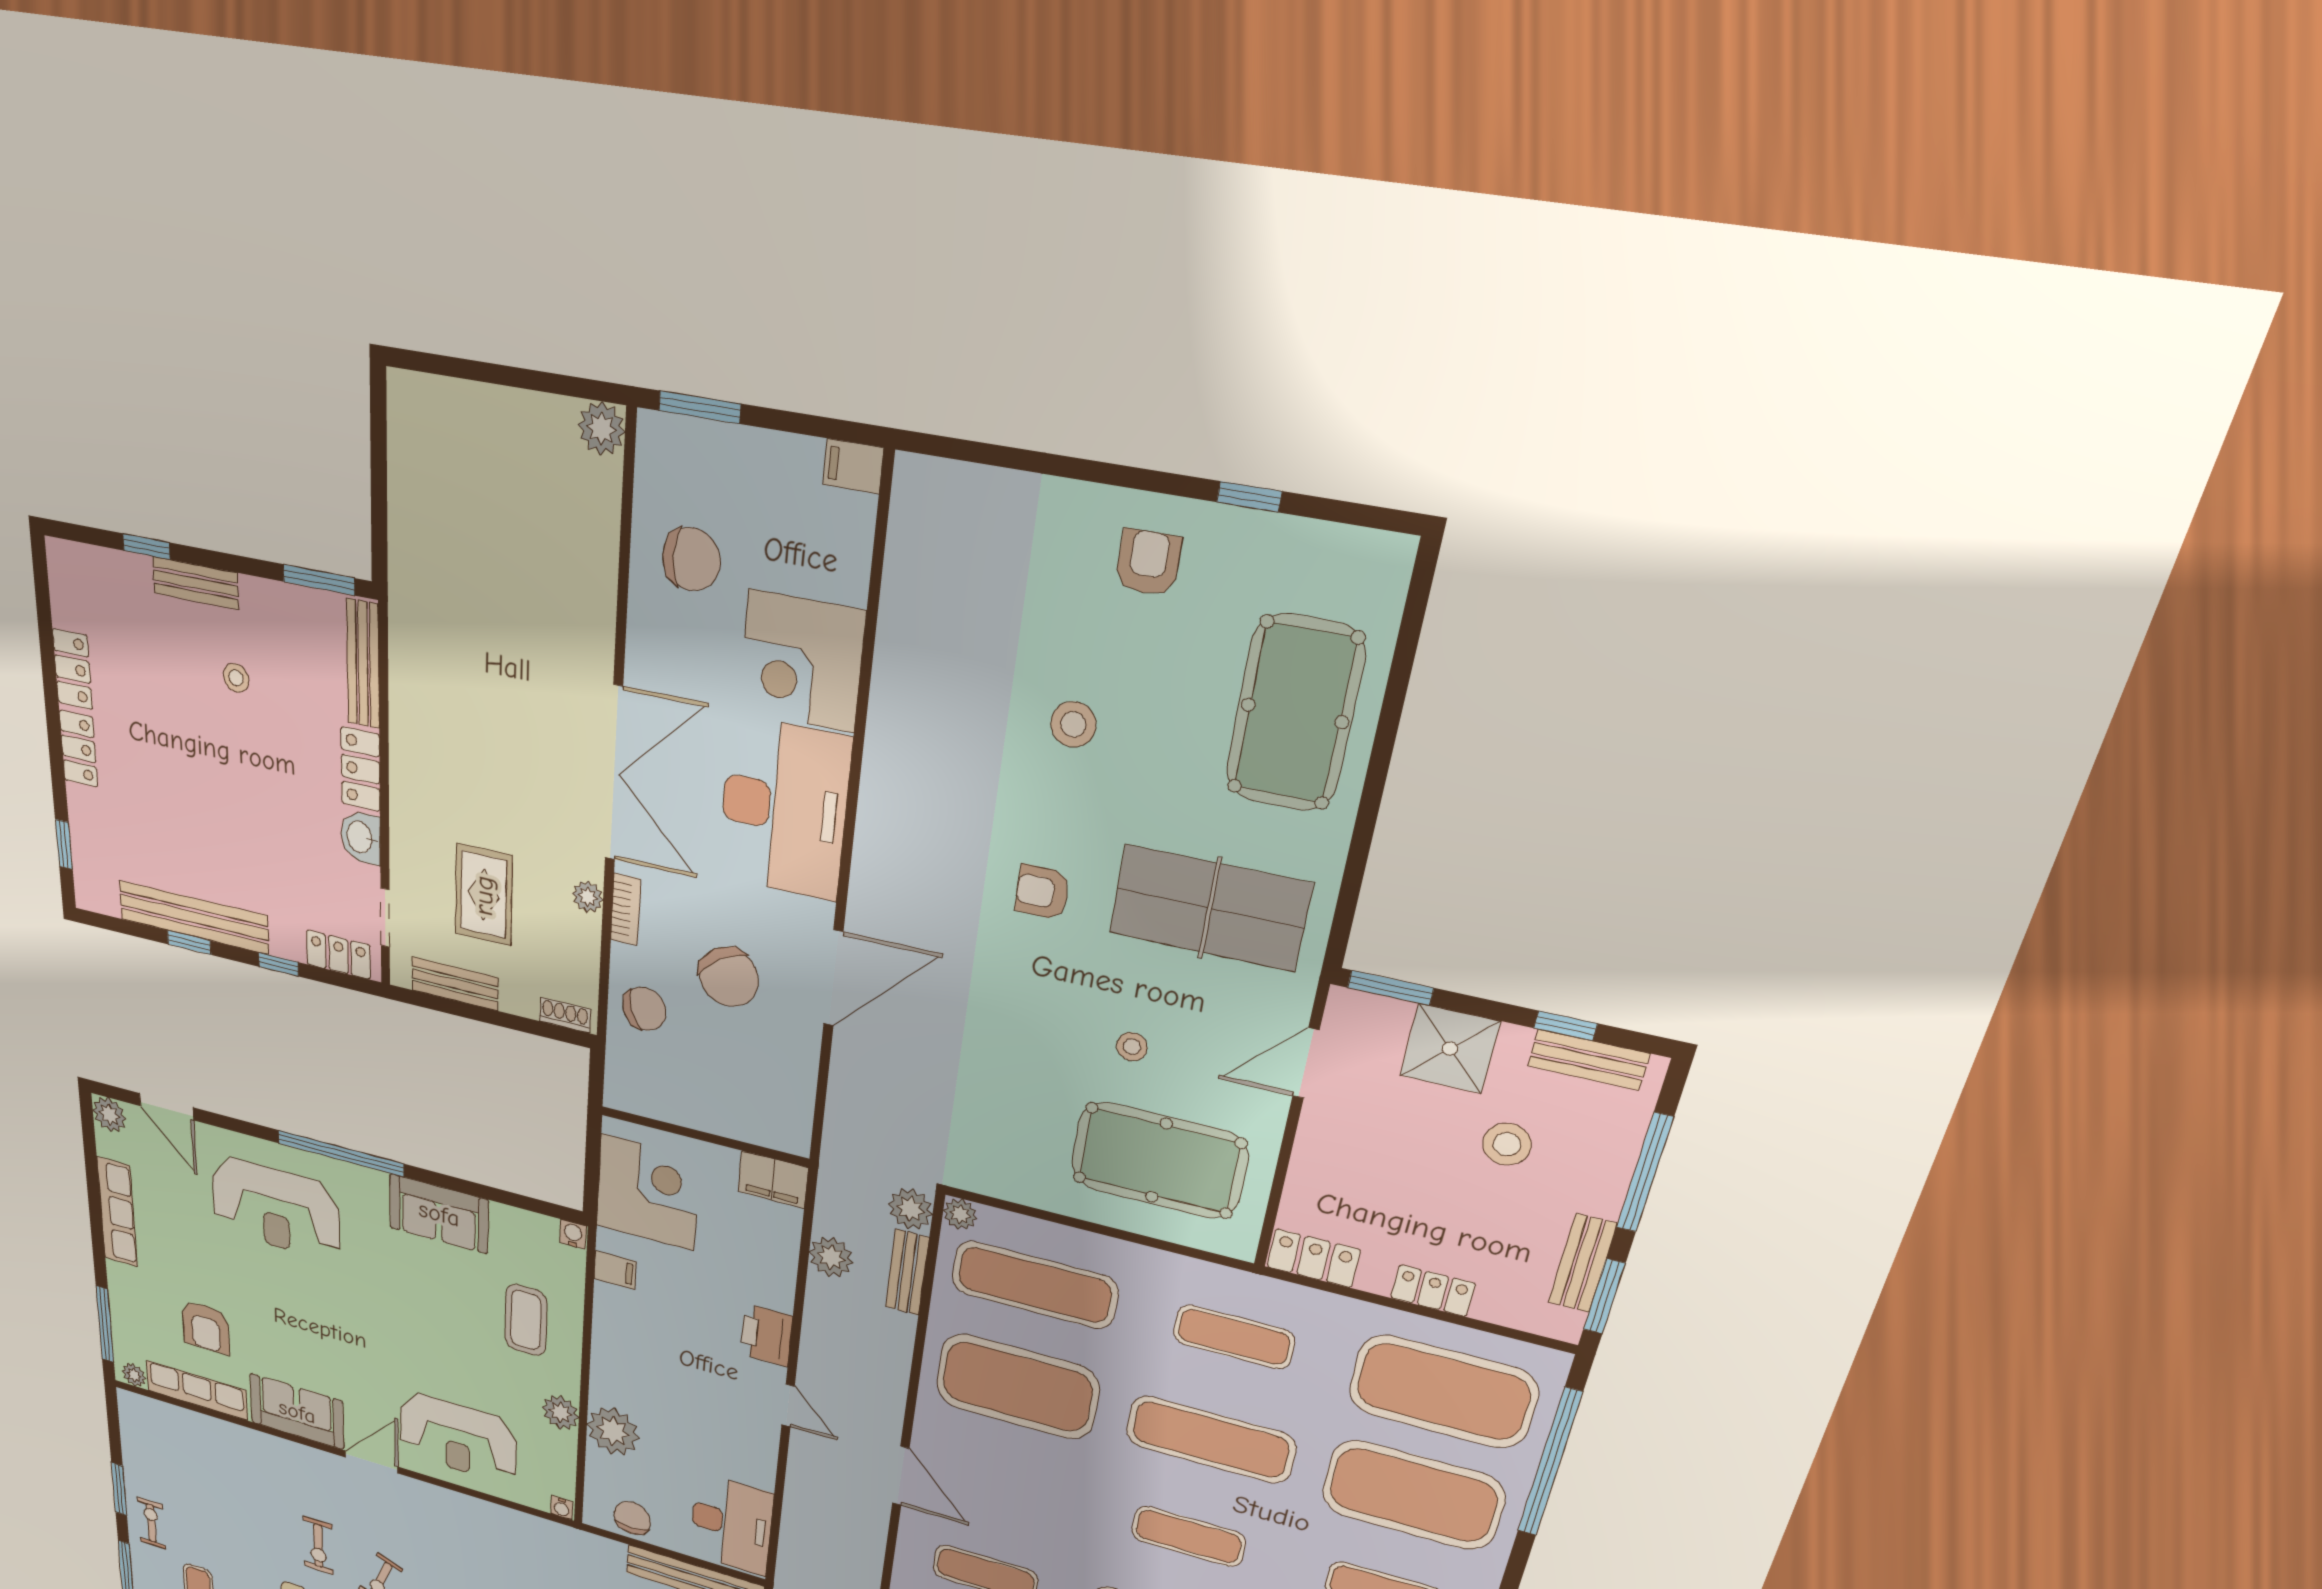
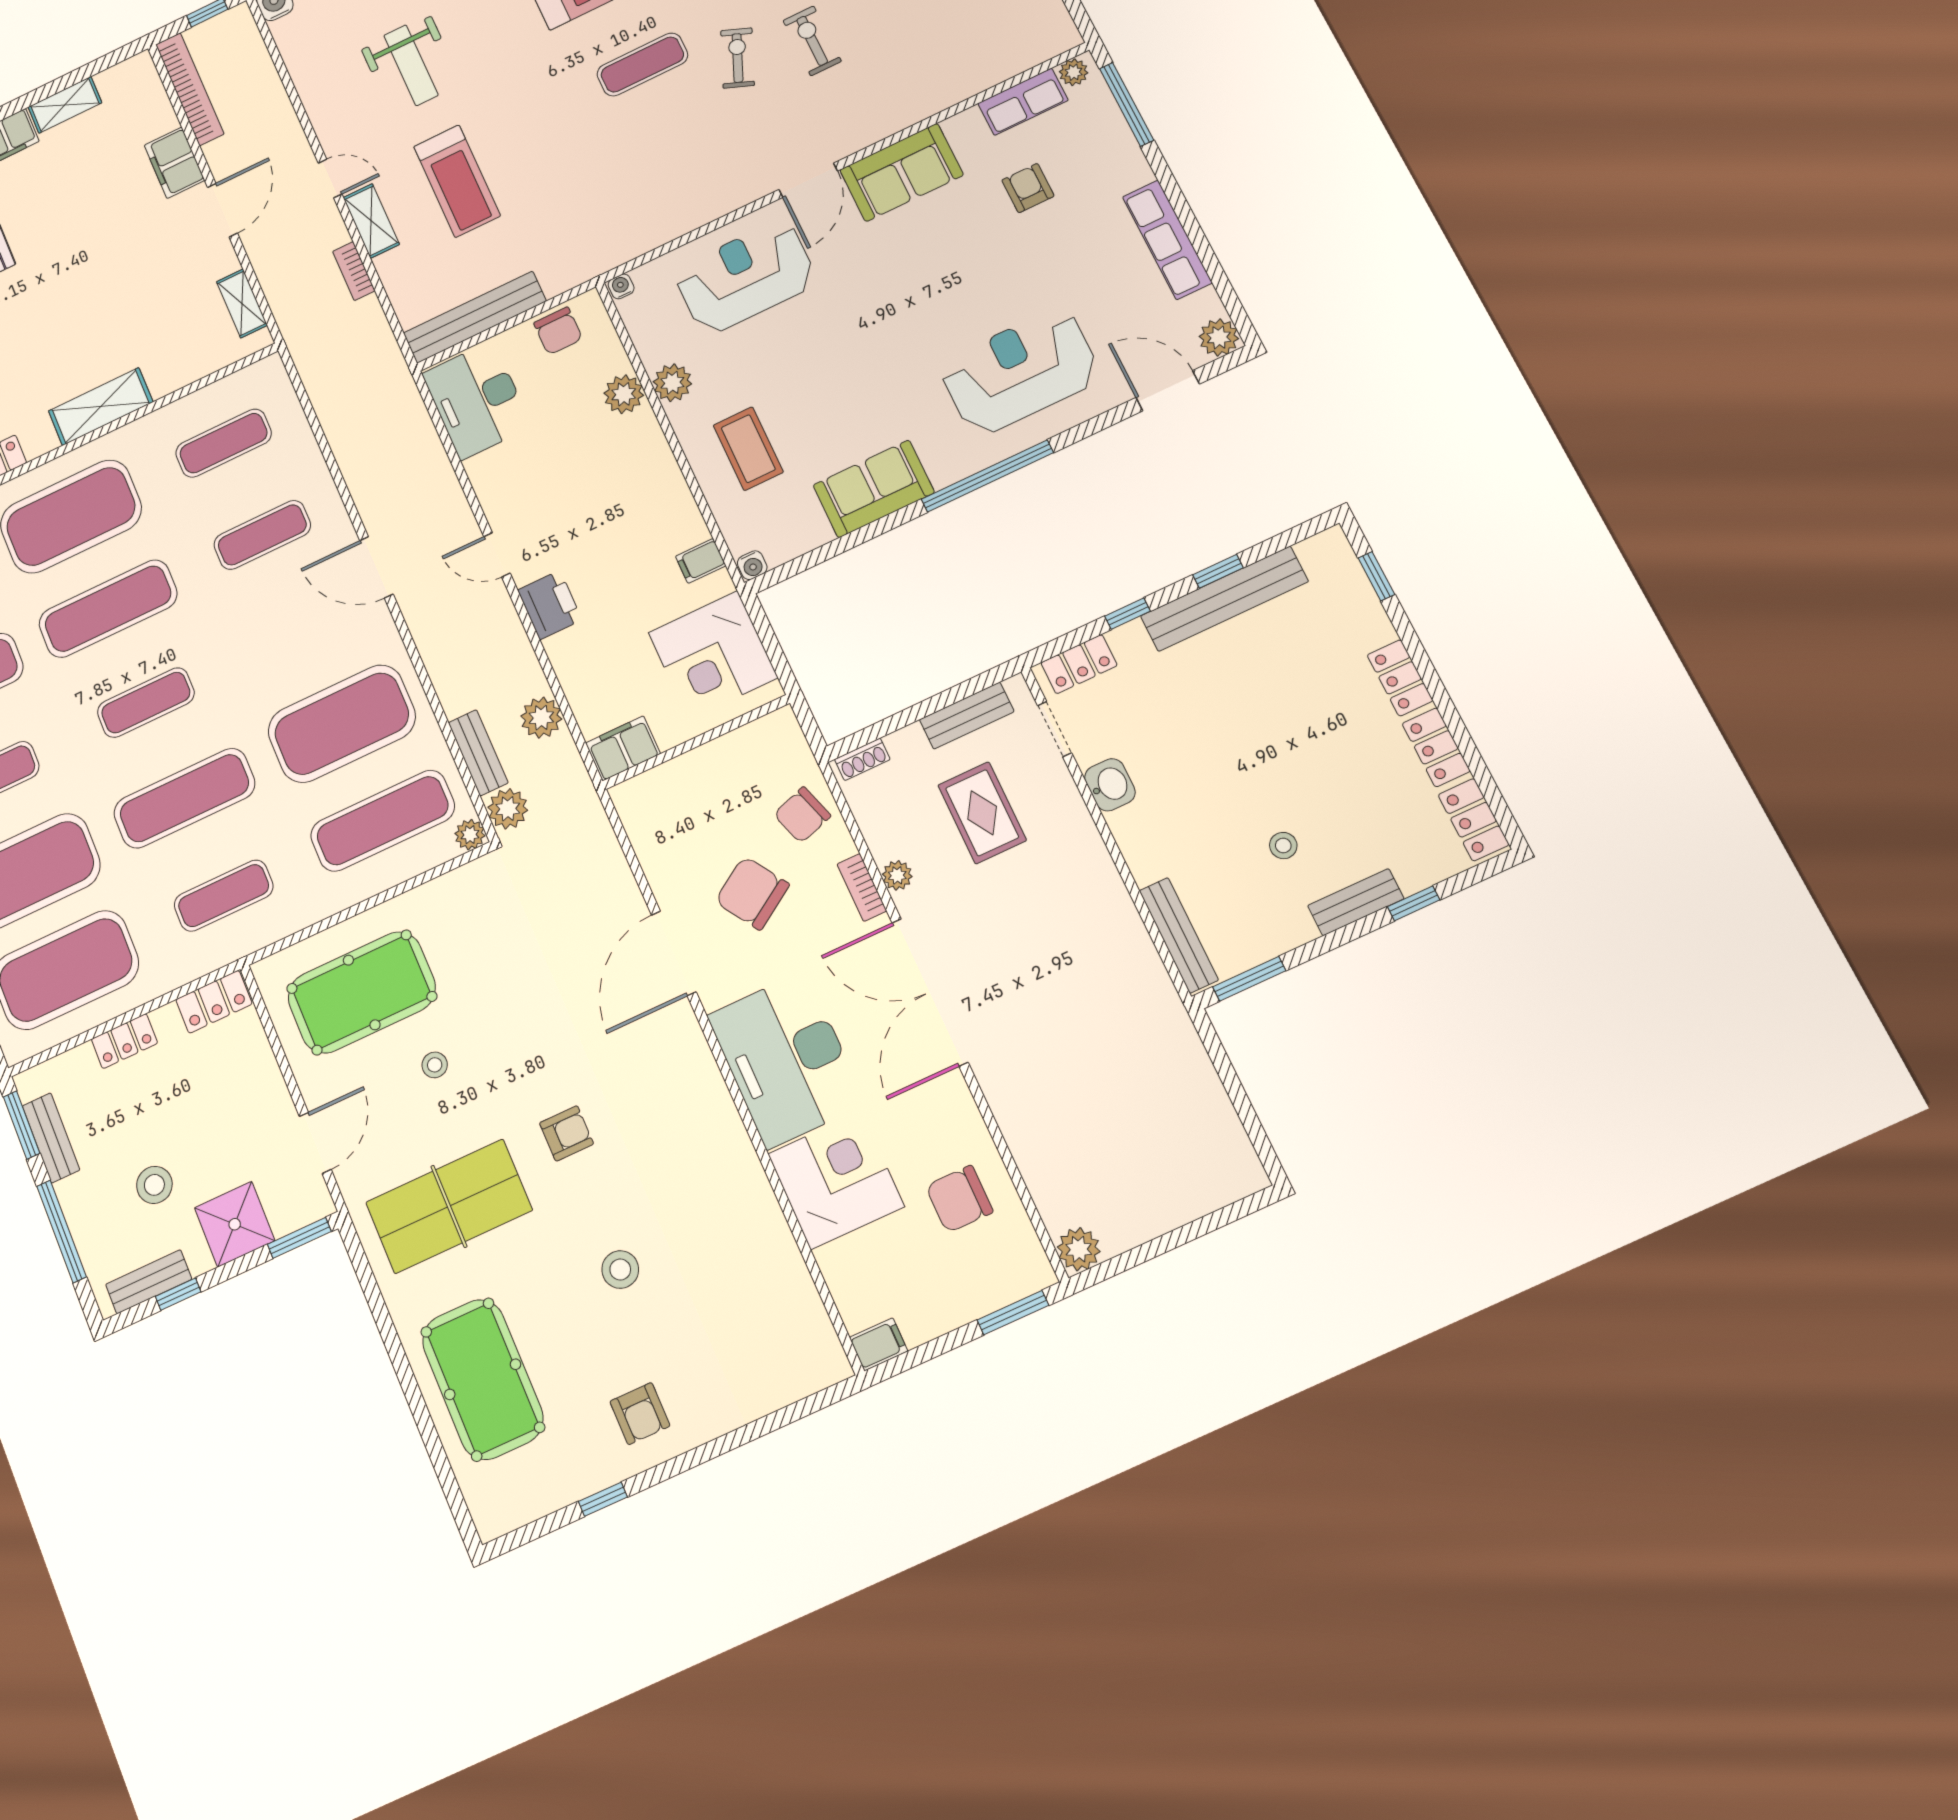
locker: (361, 769) -> (1474, 820), moved, turned 180
armchair: (206, 1327) -> (1028, 188), width x0.72, depth x0.72
row of seats: (197, 1390) -> (1023, 102), width x0.68
plant: (613, 1431) -> (624, 394), width x0.73, depth x0.73

